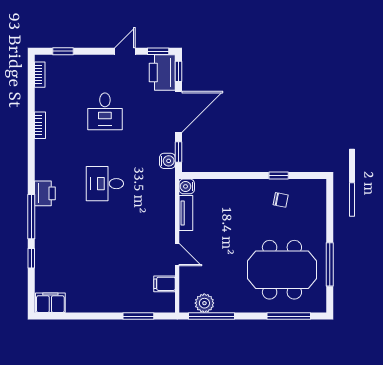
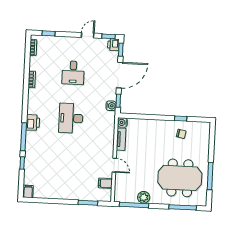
printer: (162, 72) -> (113, 45), width x0.53, depth x0.68
desk: (105, 184) -> (71, 118), width x1.37
filing cabinet: (50, 303) -> (28, 191), width x0.50
plant: (204, 303) -> (144, 197), moved

